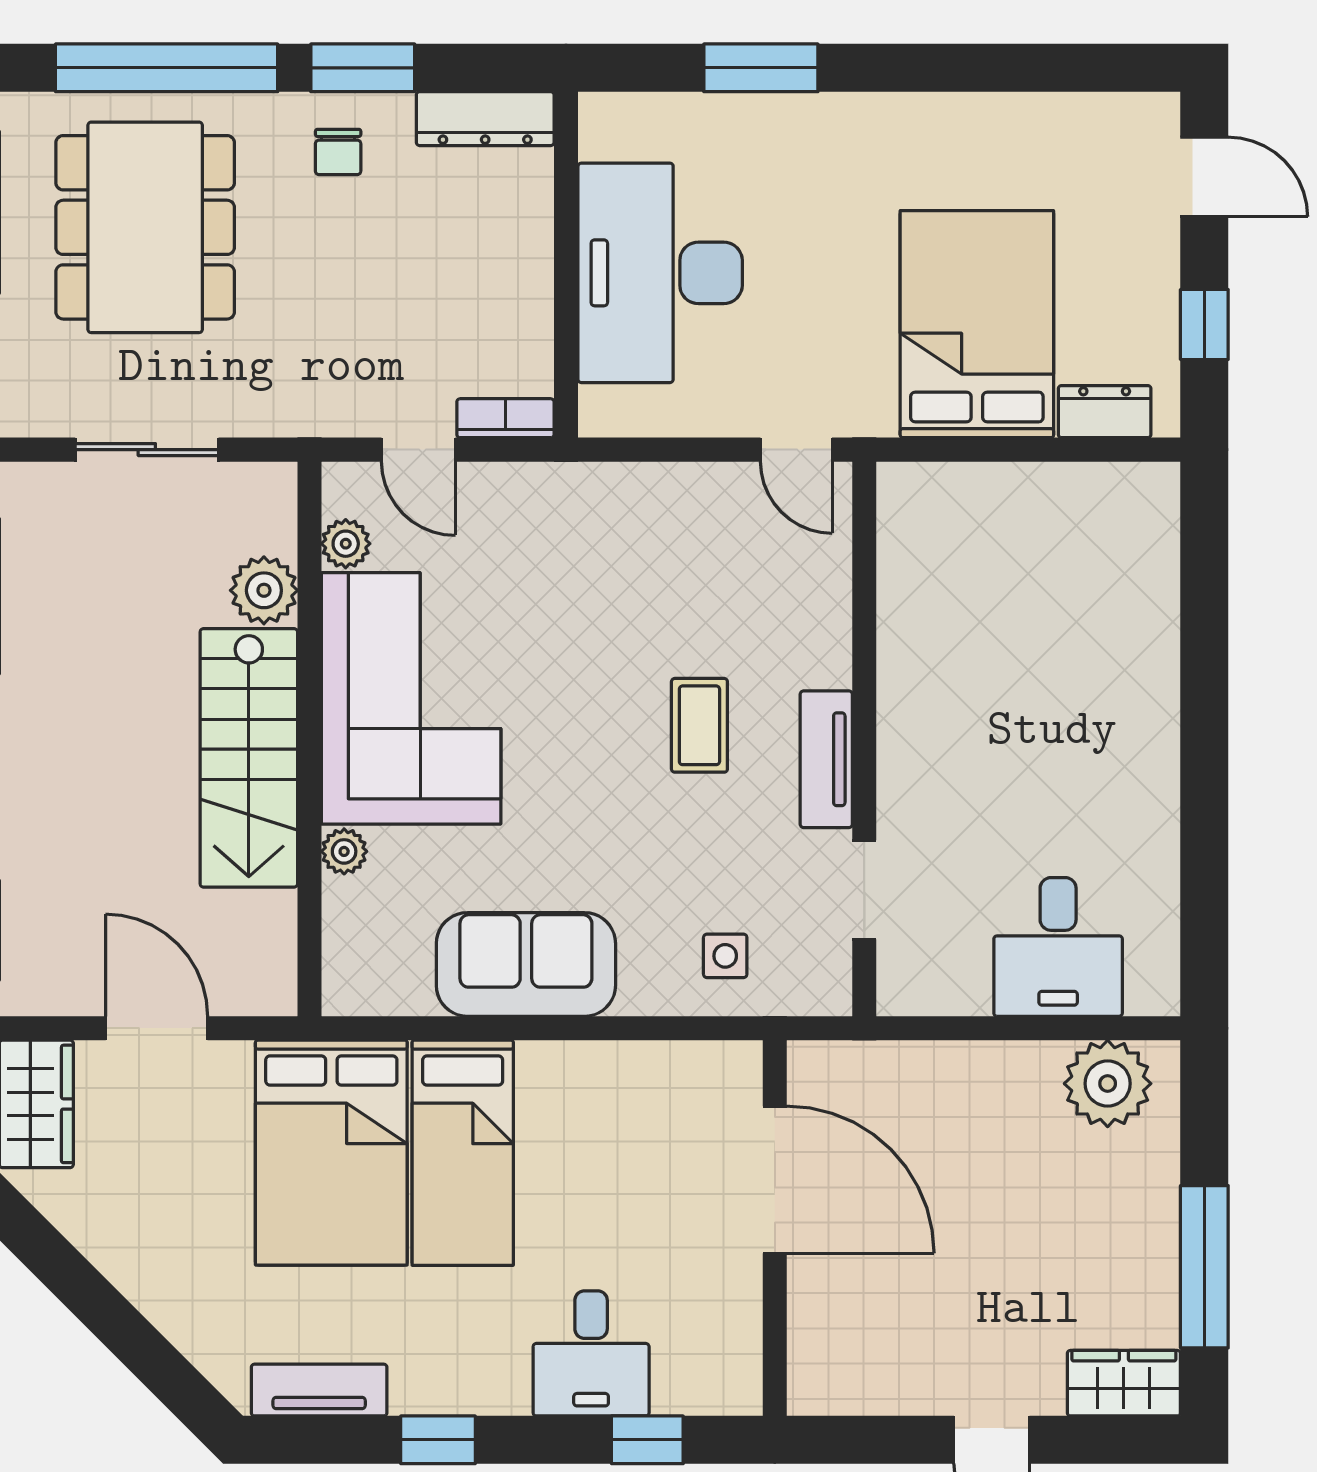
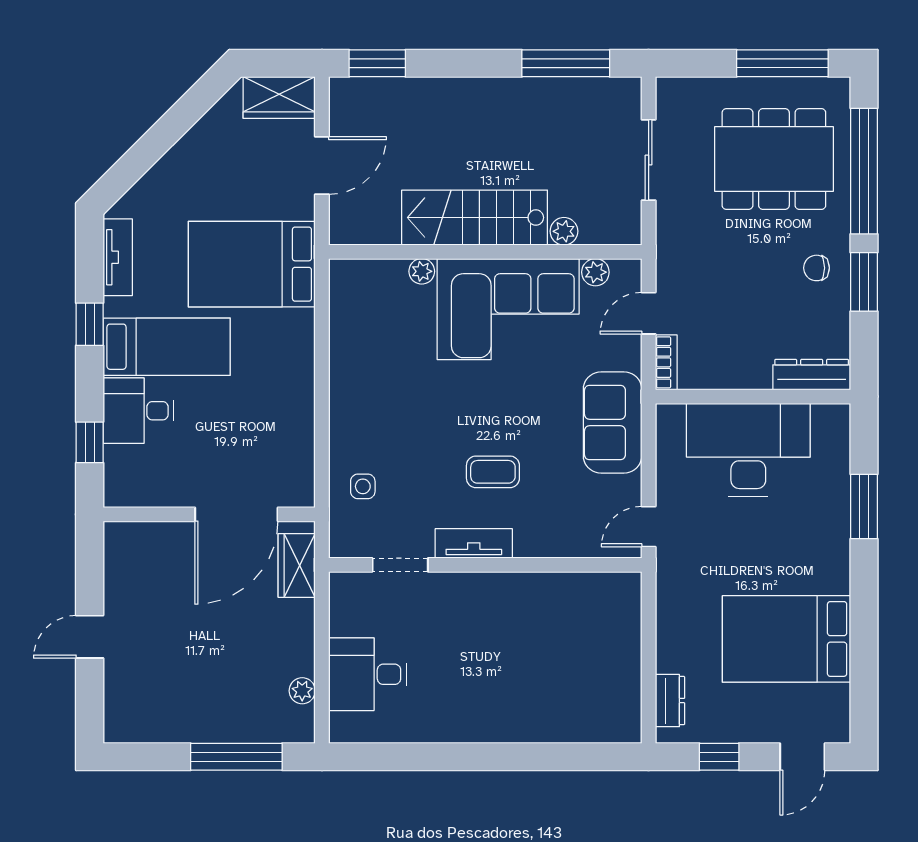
dresser: (485, 119) -> (812, 375), moved, turned 90
bed: (977, 324) -> (786, 639), moved, turned 180
plant: (264, 590) -> (564, 231), width x0.73, depth x0.73
sofa: (526, 964) -> (613, 423), moved, turned 180
plant: (1108, 1084) -> (302, 691), width x0.53, depth x0.53
bed: (463, 1153) -> (167, 347), moved, turned 180
window: (1204, 1267) -> (236, 757), moved
wardrobe: (1124, 1383) -> (297, 565), moved, turned 180

